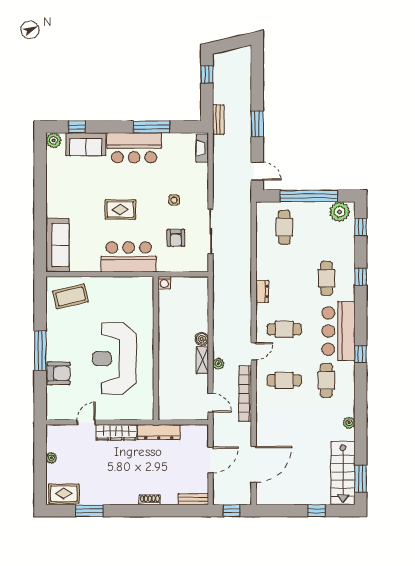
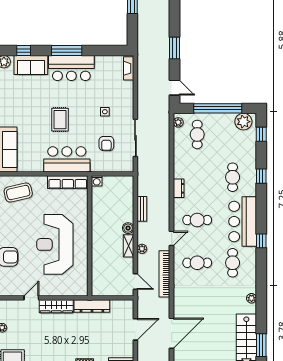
bench: (218, 120) -> (142, 209), moved
window: (152, 127) -> (67, 51), moved
rug: (120, 210) -> (60, 120), turned 90
plant: (262, 213) -> (178, 122), added
row of seats: (130, 284) -> (68, 182), added

